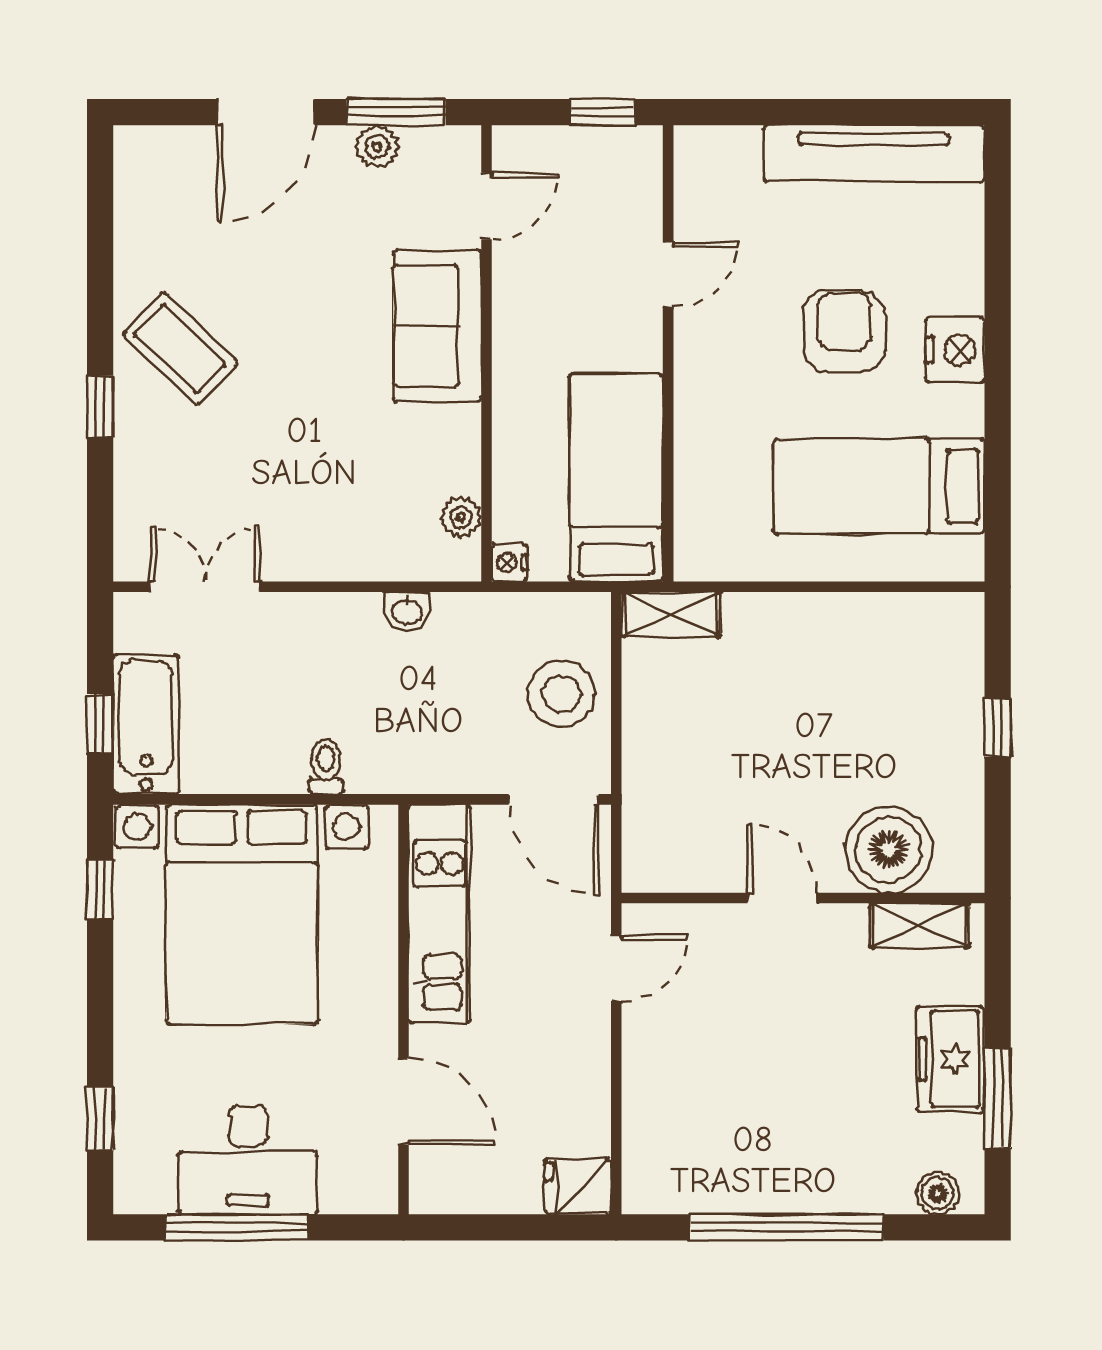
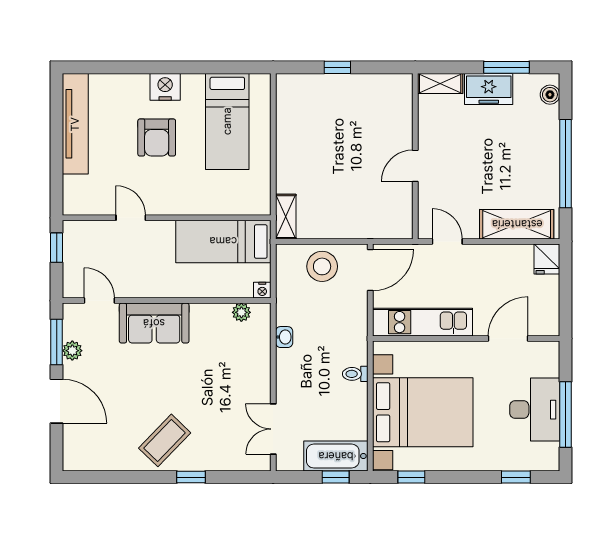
armchair: (844, 331) -> (157, 137), turned -90
boiler: (889, 849) -> (393, 117), removed
shelving: (920, 925) -> (440, 83), moved, turned 90
shelving: (654, 1120) -> (517, 224), added

